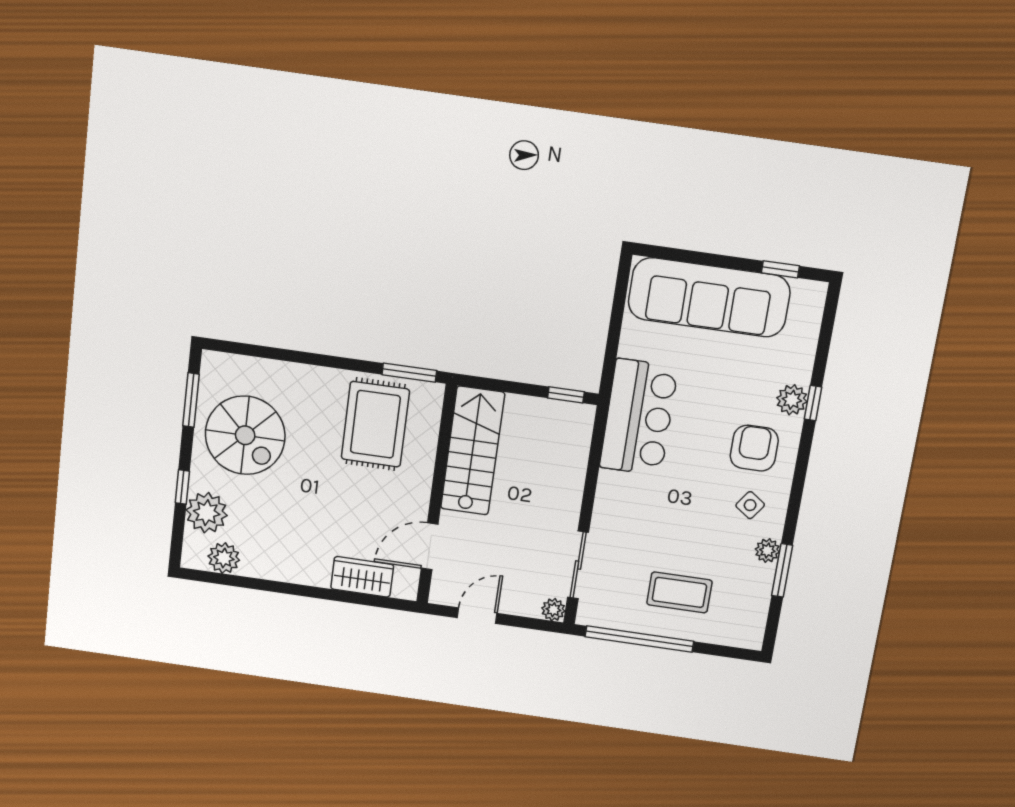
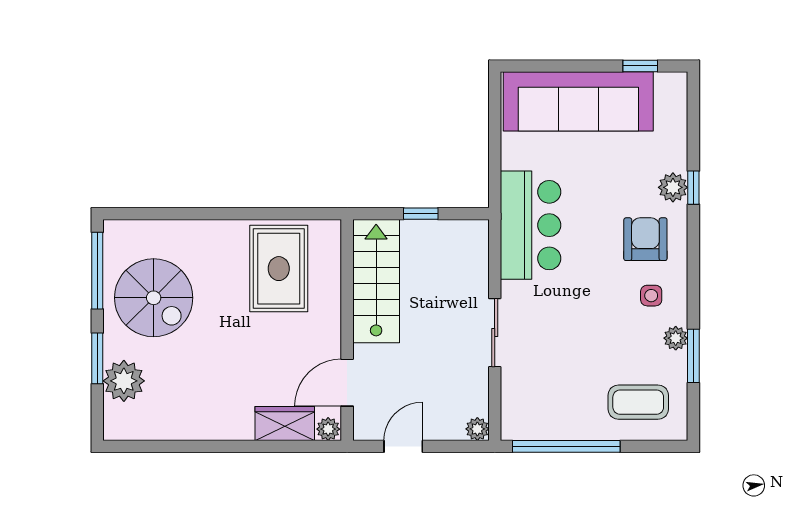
window: (409, 373) -> (305, 214), removed
window: (566, 395) -> (421, 214), moved
window: (191, 400) -> (97, 271), width x1.44
window: (182, 487) -> (97, 358), width x1.50
side table: (750, 505) -> (651, 296), turned -35
plant: (224, 558) -> (328, 429), moved, width x0.73, depth x0.73
sliding door: (578, 565) -> (495, 333), moved
coffee table: (679, 592) -> (638, 402), moved

